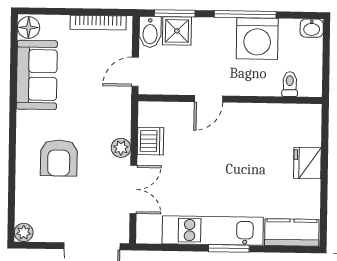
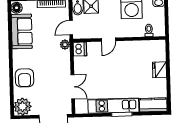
dishwasher: (150, 141) -> (80, 49), moved
plant: (121, 148) -> (65, 45), moved
armchair: (59, 158) -> (24, 78), moved
plant: (24, 232) -> (23, 107), width x1.88, depth x1.88

